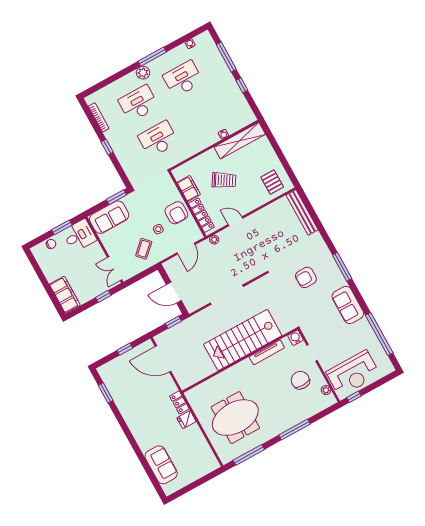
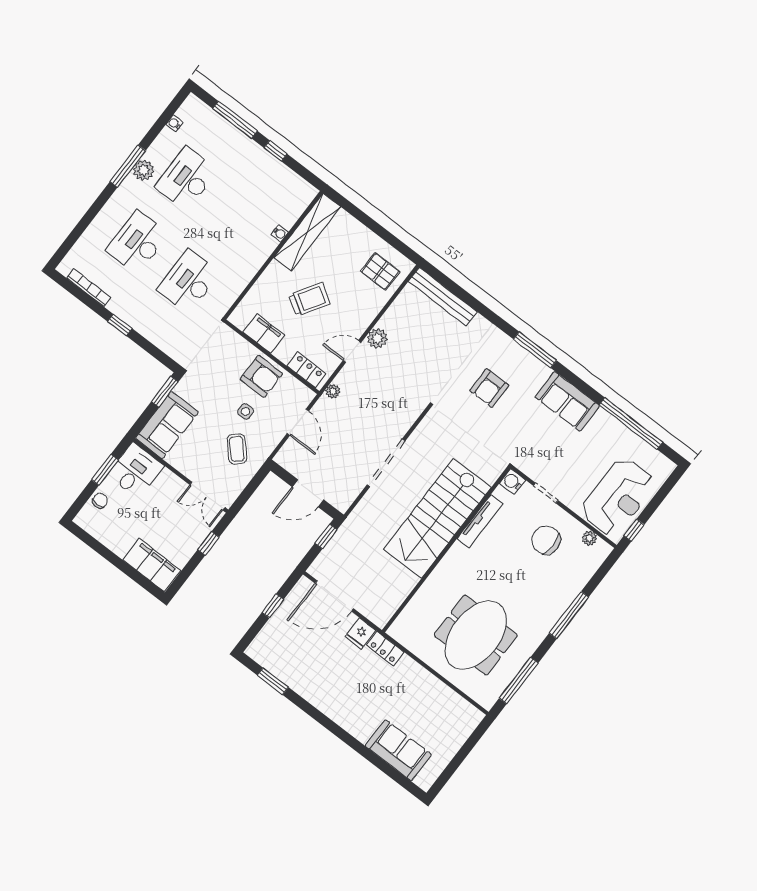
plant: (143, 73) -> (144, 170), moved
locker: (201, 215) -> (306, 370), width x0.66
plant: (253, 220) -> (377, 338), added
fridge: (186, 420) -> (360, 633), moved

